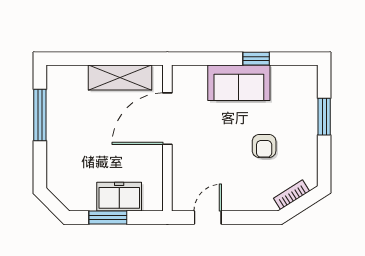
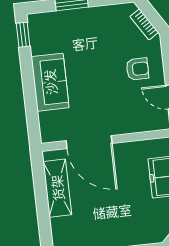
window: (256, 59) -> (23, 35), moved
armchair: (264, 146) -> (137, 69), moved

